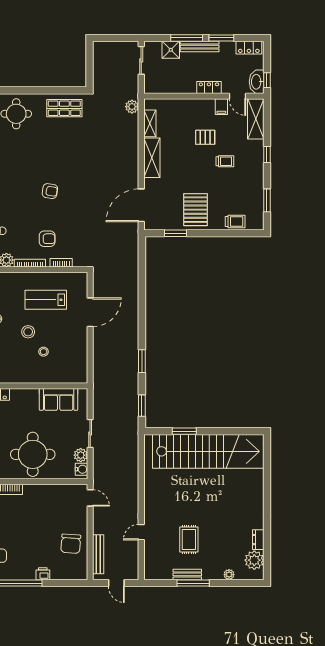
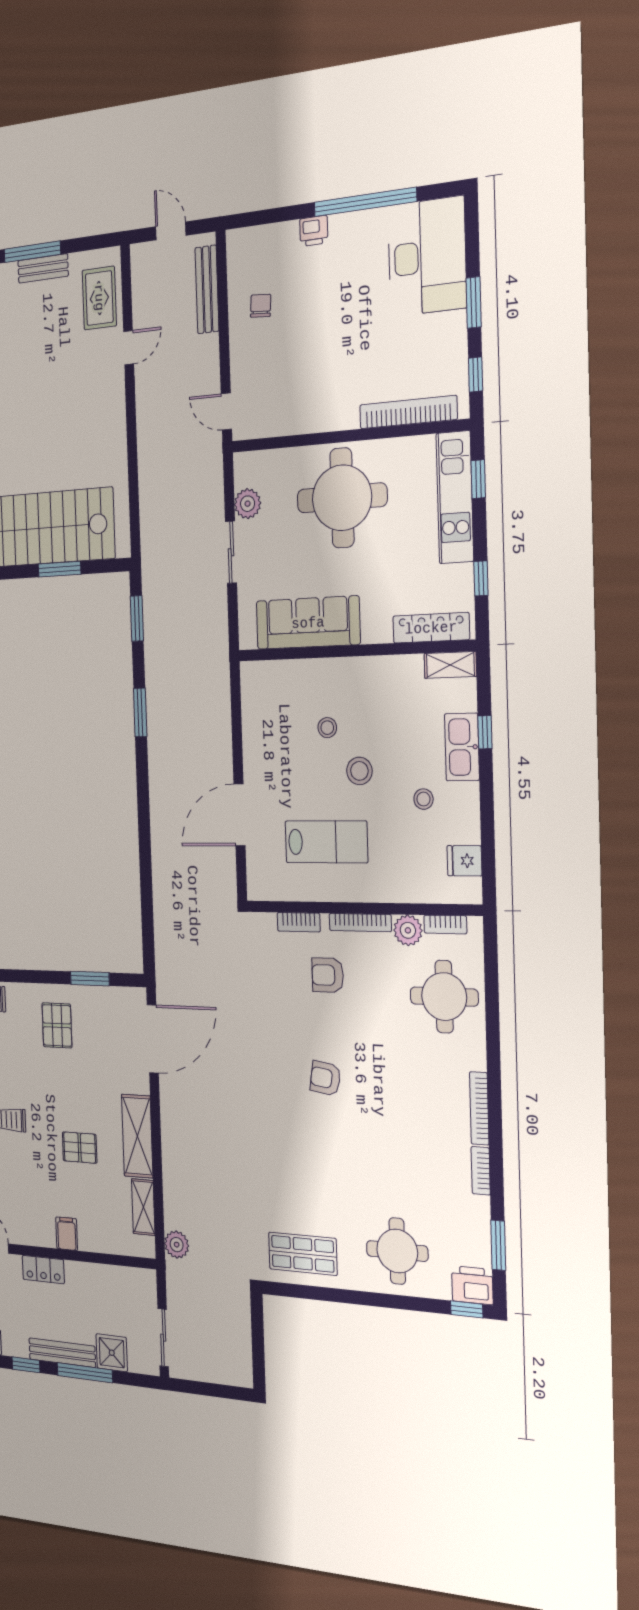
window: (221, 38) -> (26, 1365), width x0.67
filing cabinet: (221, 107) -> (67, 1234), moved
pallet: (205, 137) -> (80, 1148), moved
pallet: (195, 210) -> (57, 1025), width x0.67, depth x0.71
sofa: (59, 399) -> (308, 623), width x1.36
water cooler: (81, 469) -> (245, 473), removed
rug: (189, 539) -> (99, 298), moved
chair: (71, 544) -> (261, 306), width x0.54, depth x0.54

